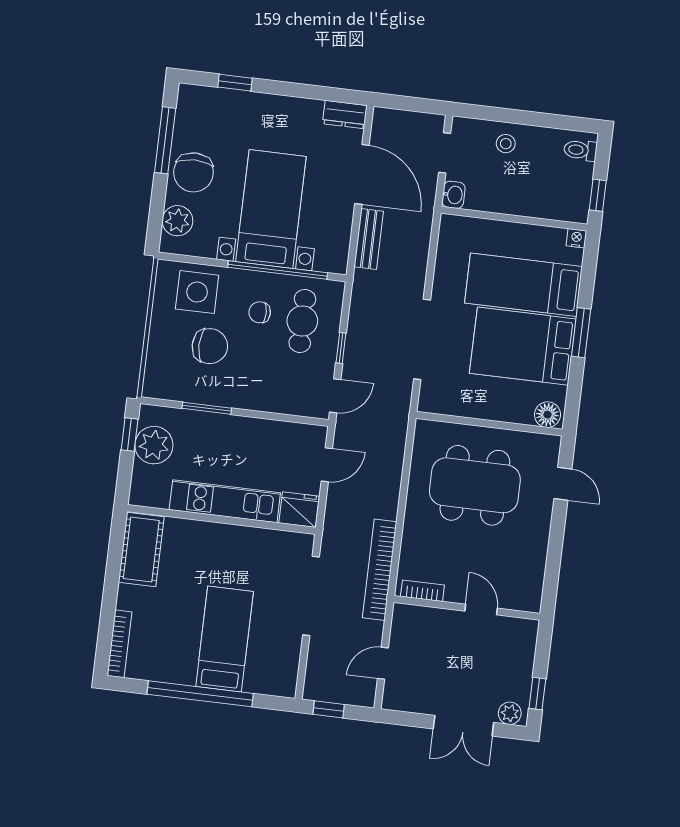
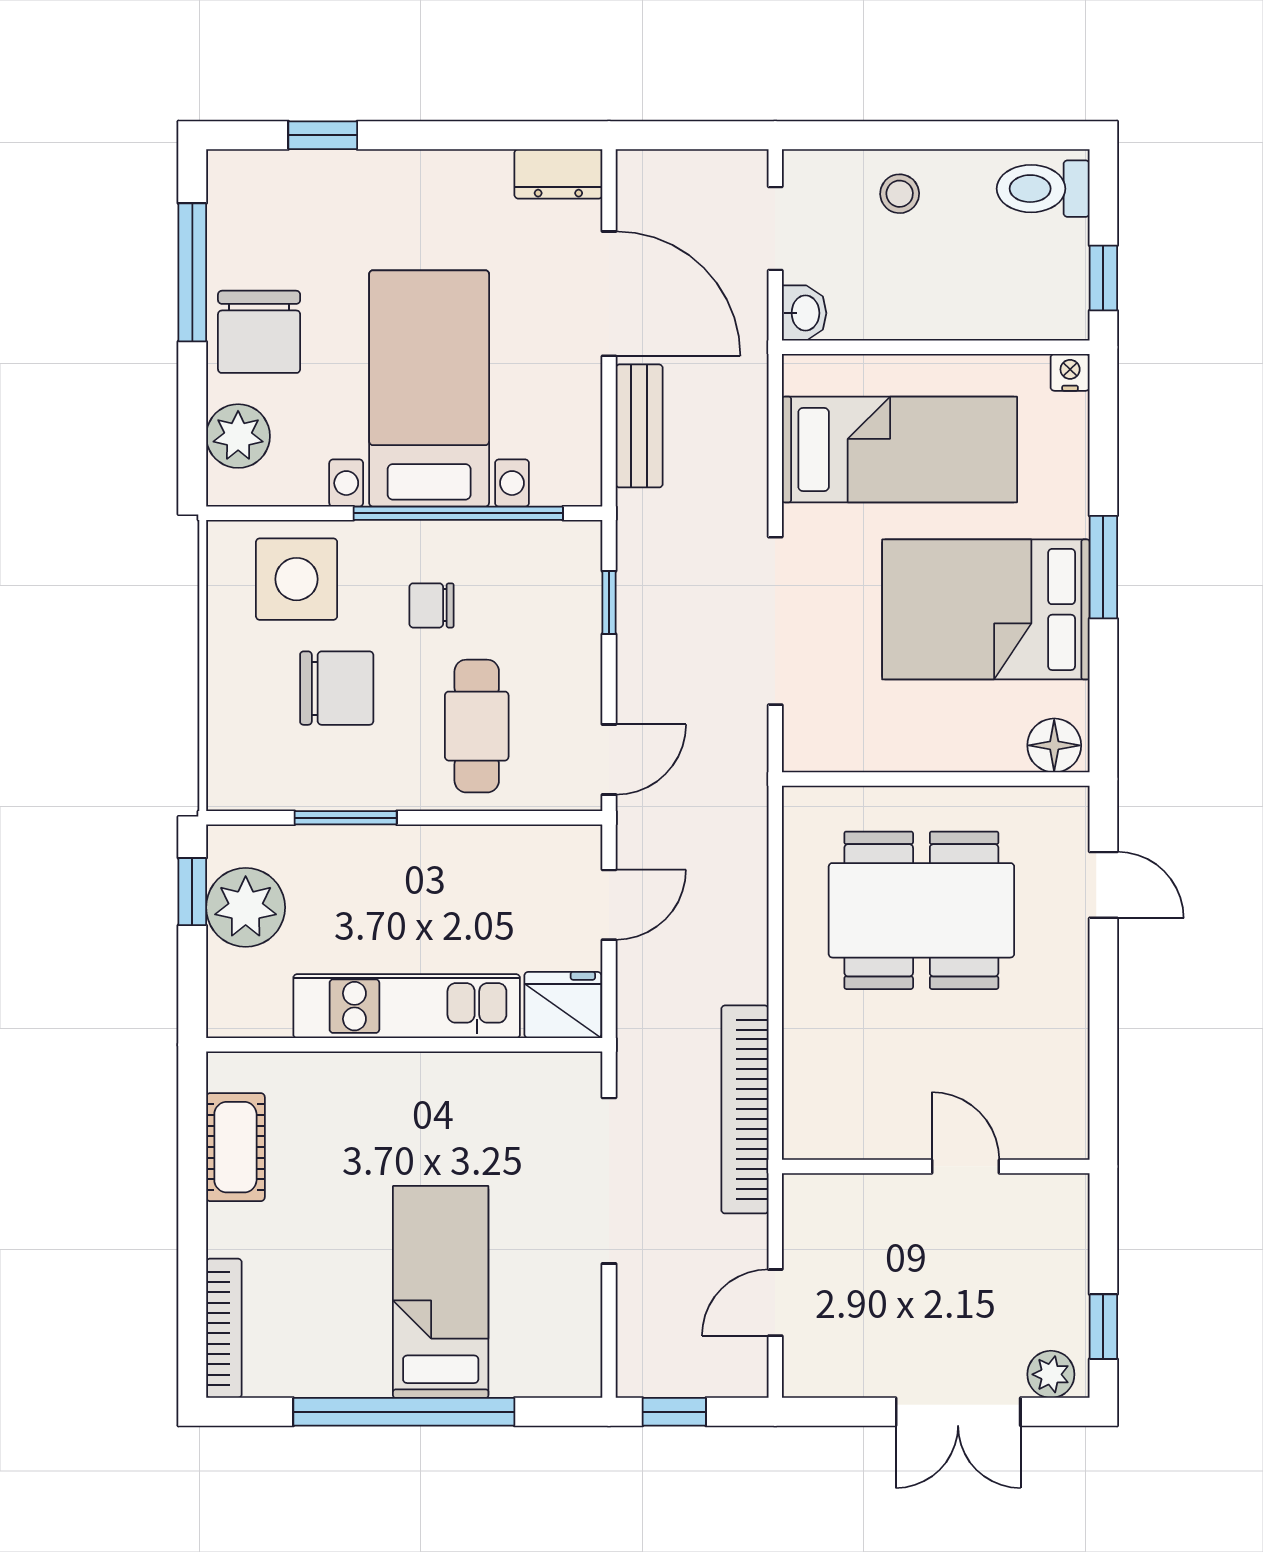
toilet: (580, 150) -> (1043, 189), width x1.37, depth x1.39
bed: (524, 285) -> (899, 449), moved, turned 180
cafe table: (302, 321) -> (477, 726), moved
window: (341, 348) -> (609, 603), moved
cot: (141, 550) -> (235, 1147), width x0.73, depth x0.75
bookcase: (422, 591) -> (839, 1142), removed

